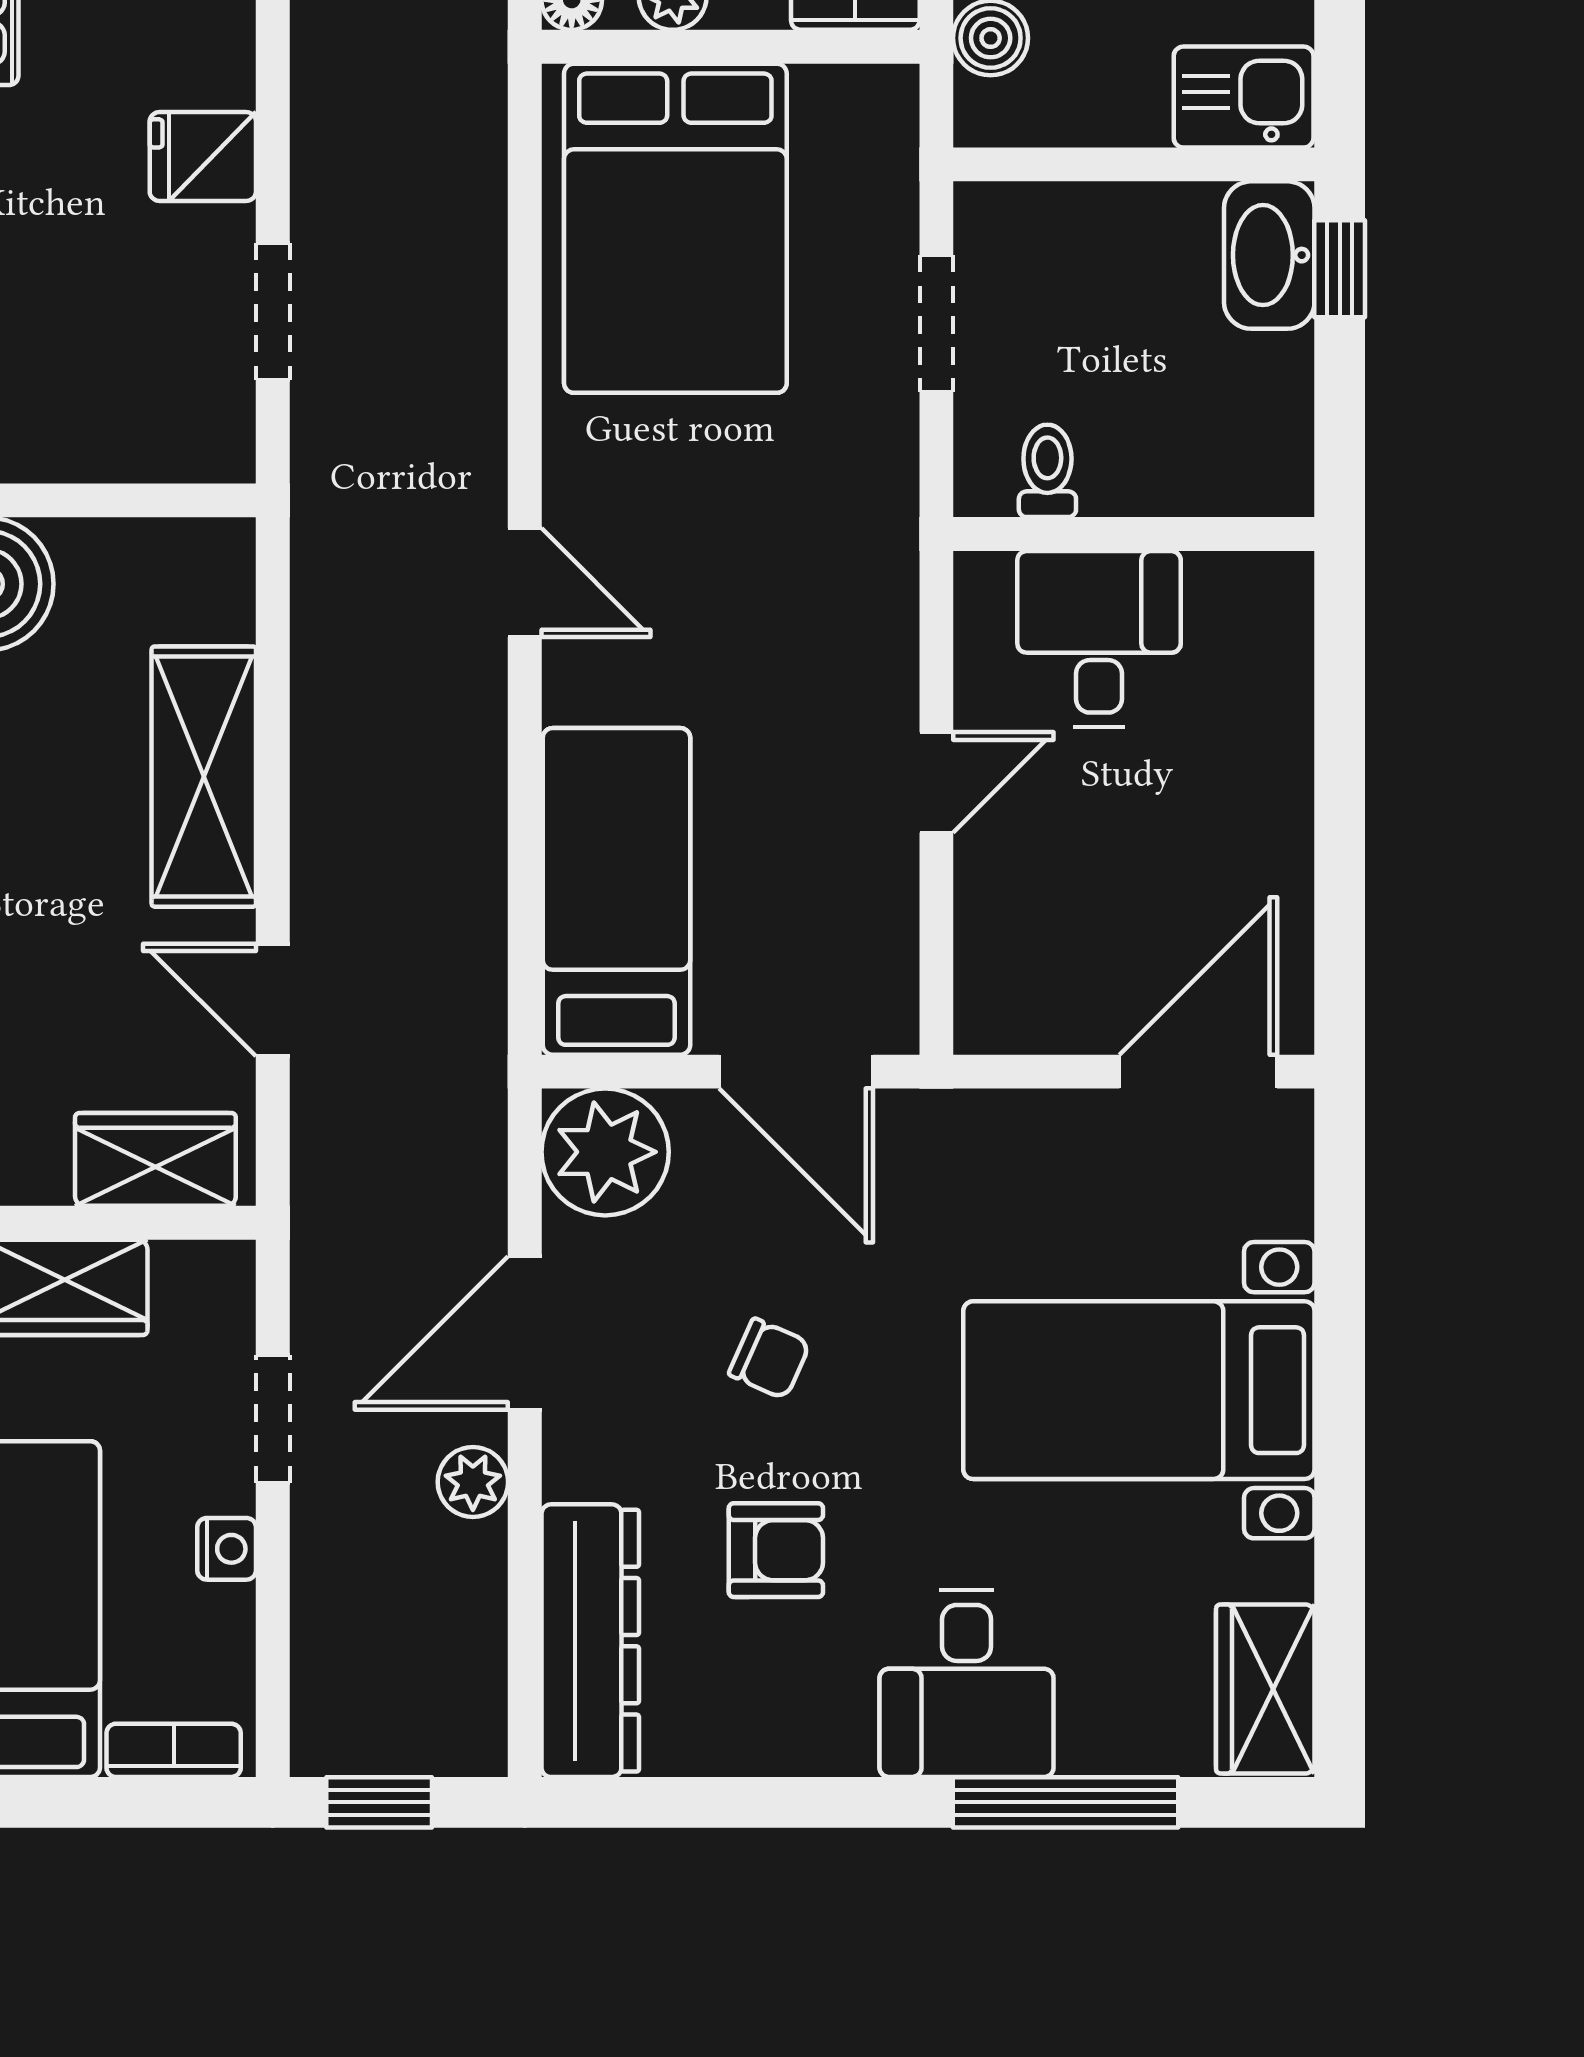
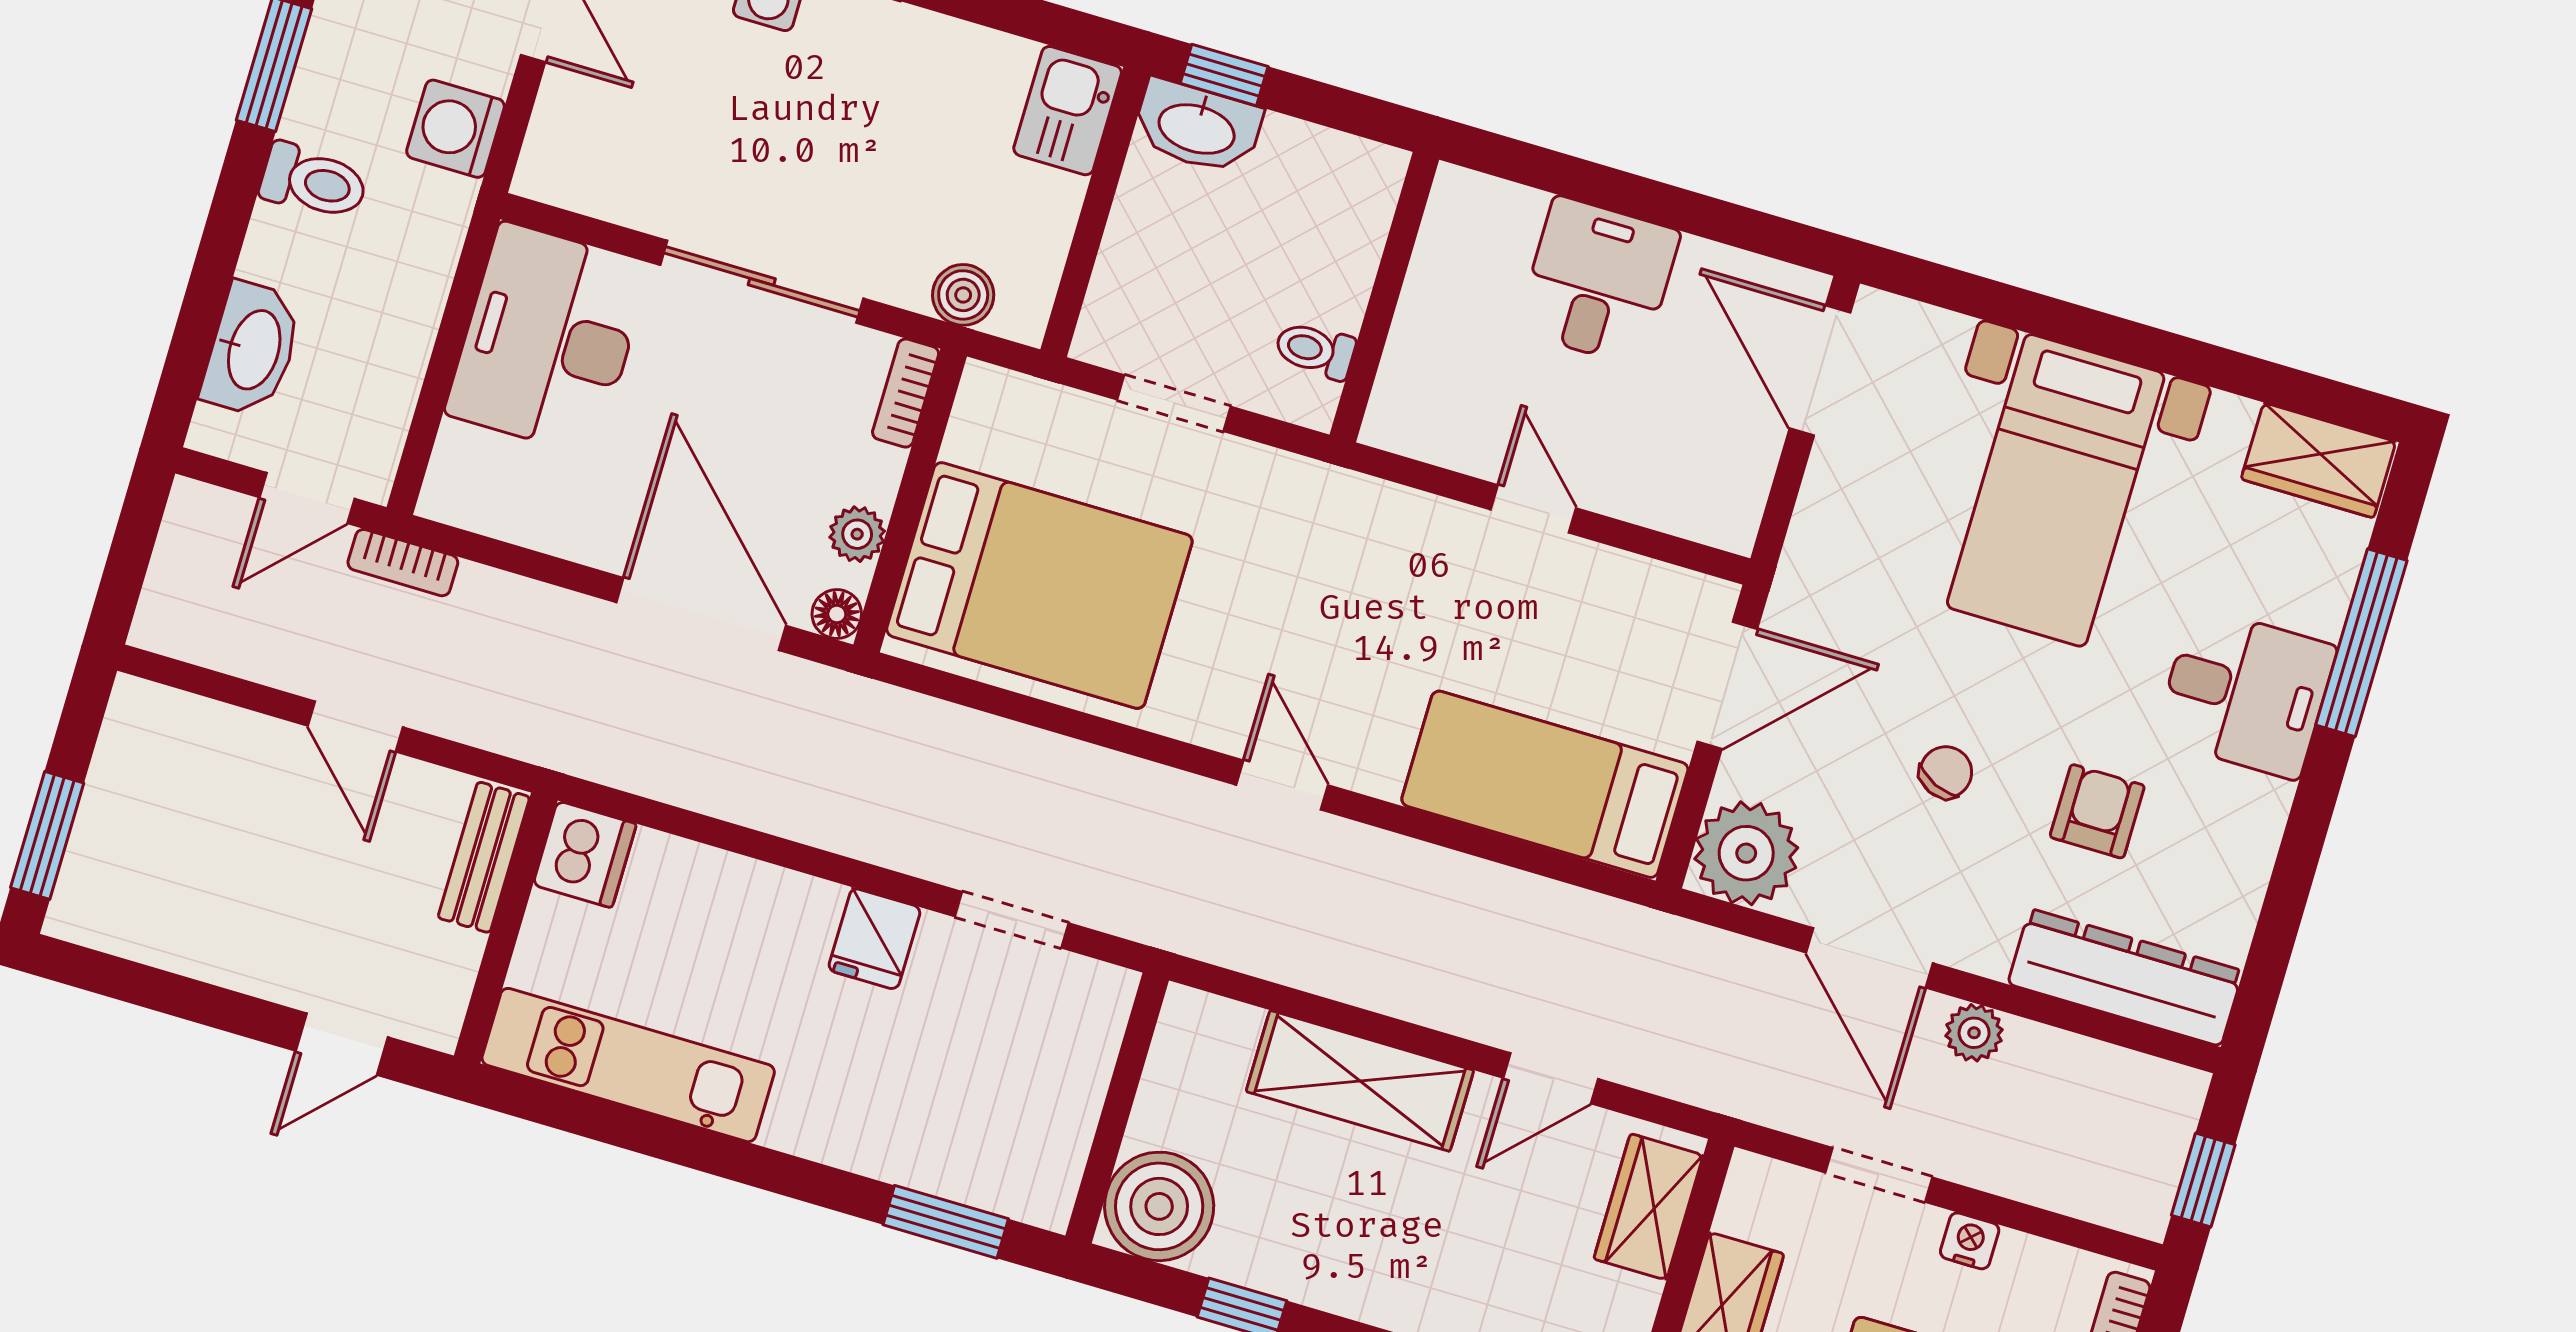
door: (525, 583) -> (1282, 785), hinge flipped
desk: (1099, 639) -> (1598, 281), moved, turned 90

